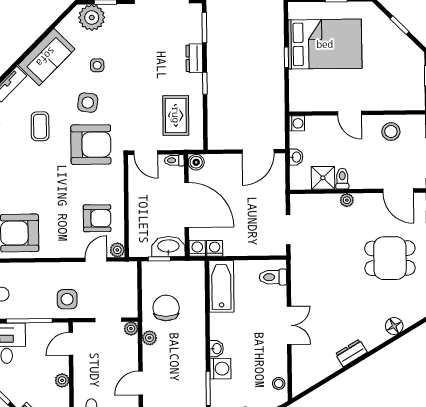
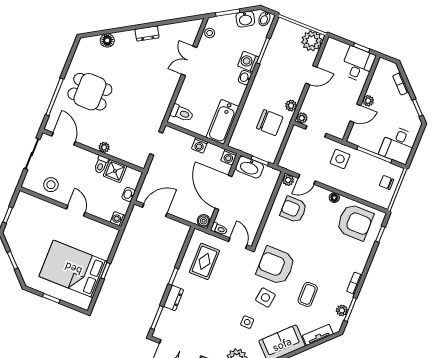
washing machine: (215, 248) -> (199, 145), moved
floor lamp: (55, 252) -> (334, 198), added
chair: (166, 308) -> (270, 123), turned -90
double door: (289, 325) -> (189, 61), moved
door: (71, 344) -> (355, 113), moved

